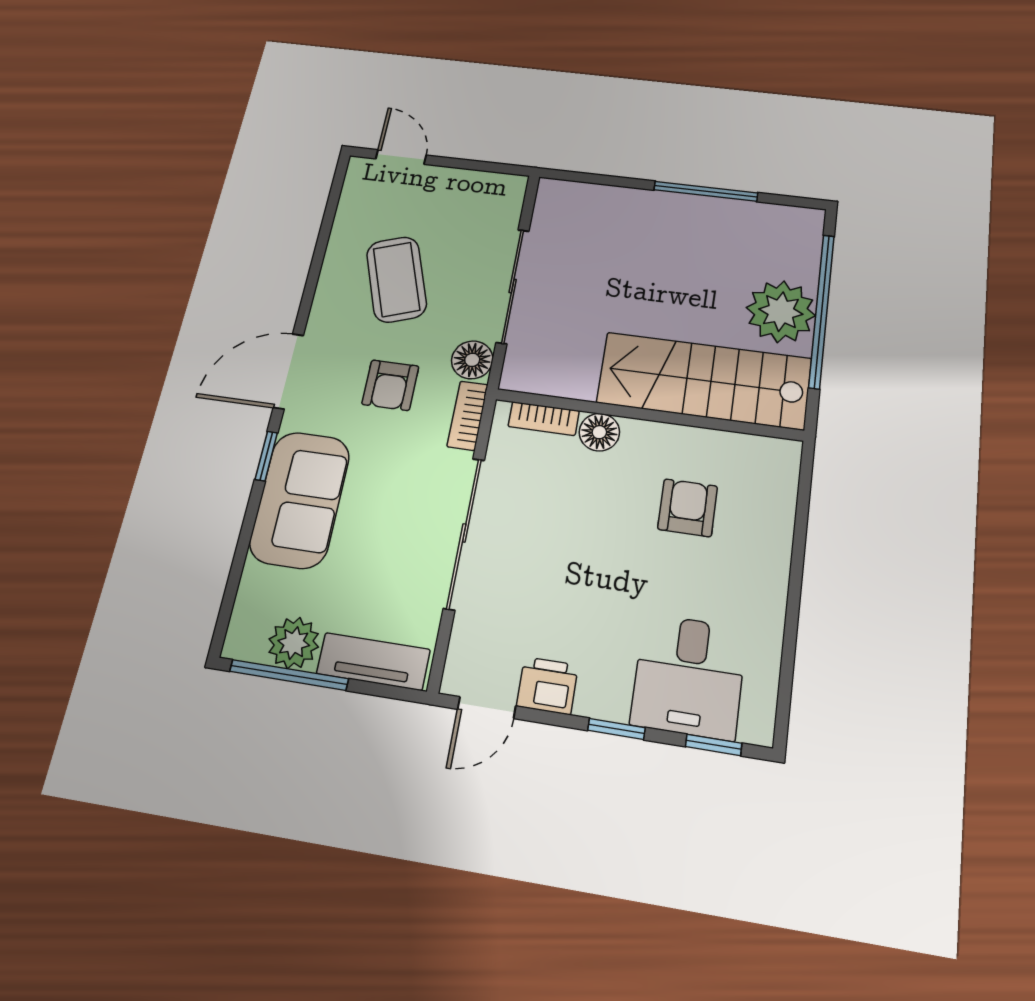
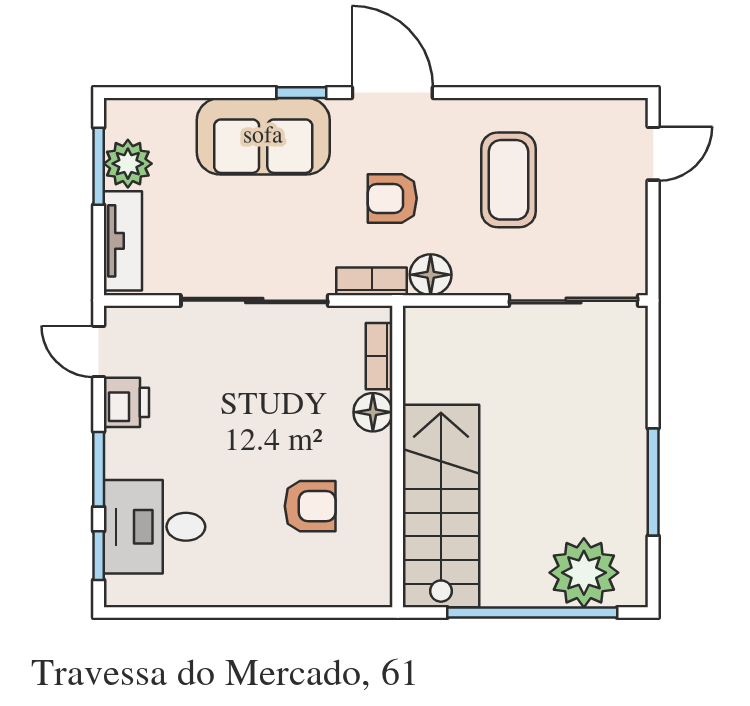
coffee table: (396, 279) -> (508, 180), turned -71
sliding door: (513, 286) -> (574, 301), moved
plant: (781, 312) -> (584, 573), moved
window: (289, 675) -> (99, 166), width x0.69
window: (616, 729) -> (99, 469), width x1.50

